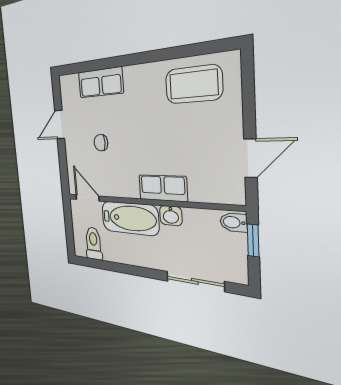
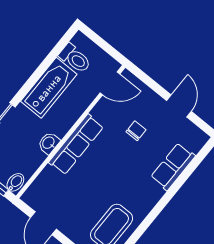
row of seats: (163, 188) -> (76, 144), width x1.48
bathtub: (130, 218) -> (49, 88), moved, turned 180

